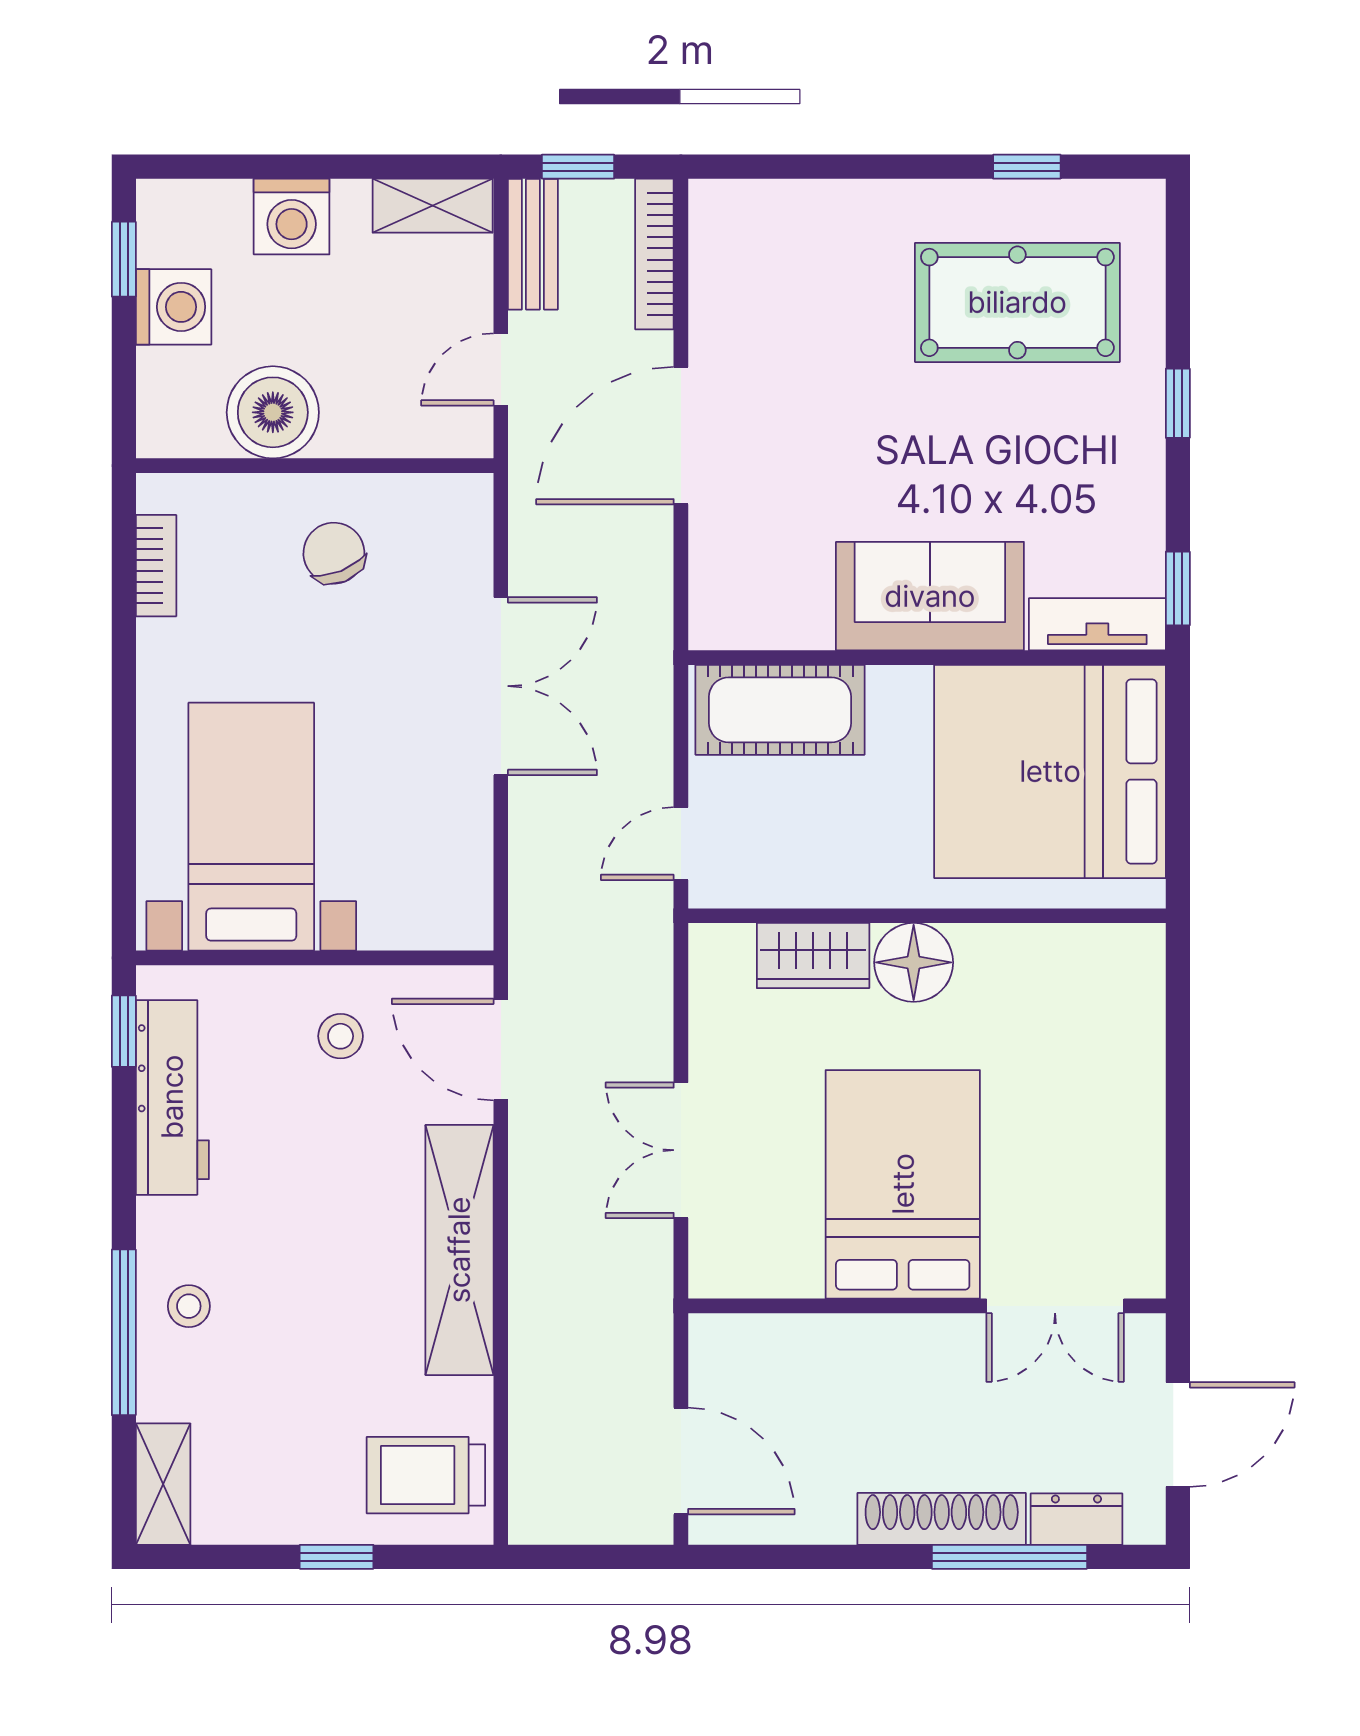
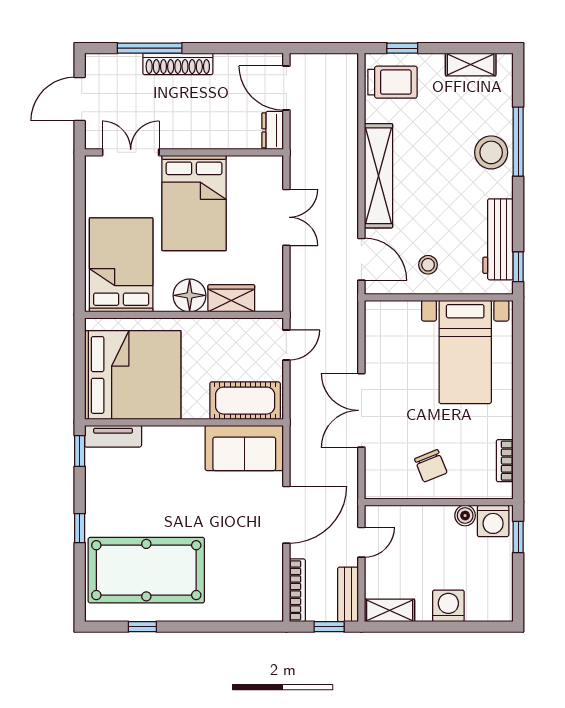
window: (124, 259) -> (518, 537), moved
pool table: (1017, 302) -> (146, 570), width x1.36, depth x1.32
washing machine: (174, 307) -> (493, 521), moved, turned -90
boiler: (273, 412) -> (465, 516), width x0.54, depth x0.54
sofa: (930, 596) -> (244, 448), moved
bed: (1078, 1036) -> (121, 265), added
stool: (189, 1306) -> (491, 152), width x1.89, depth x1.89
shelving: (163, 1484) -> (471, 64), moved, turned 90
dresser: (1076, 1519) -> (273, 130), moved, turned 90
window: (337, 1557) -> (402, 48), moved

